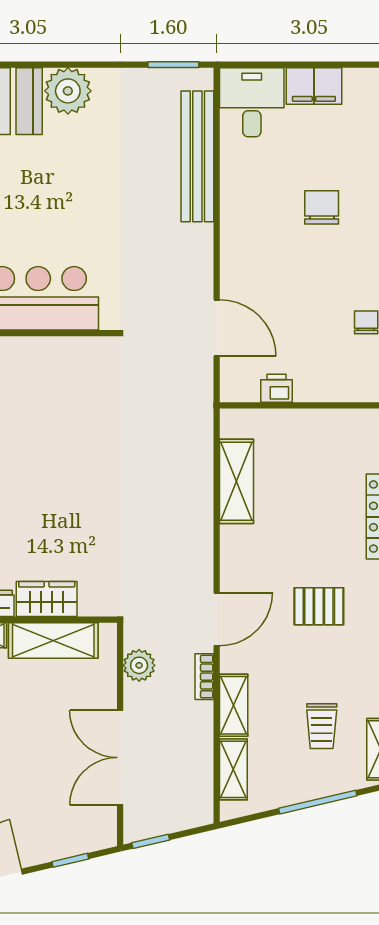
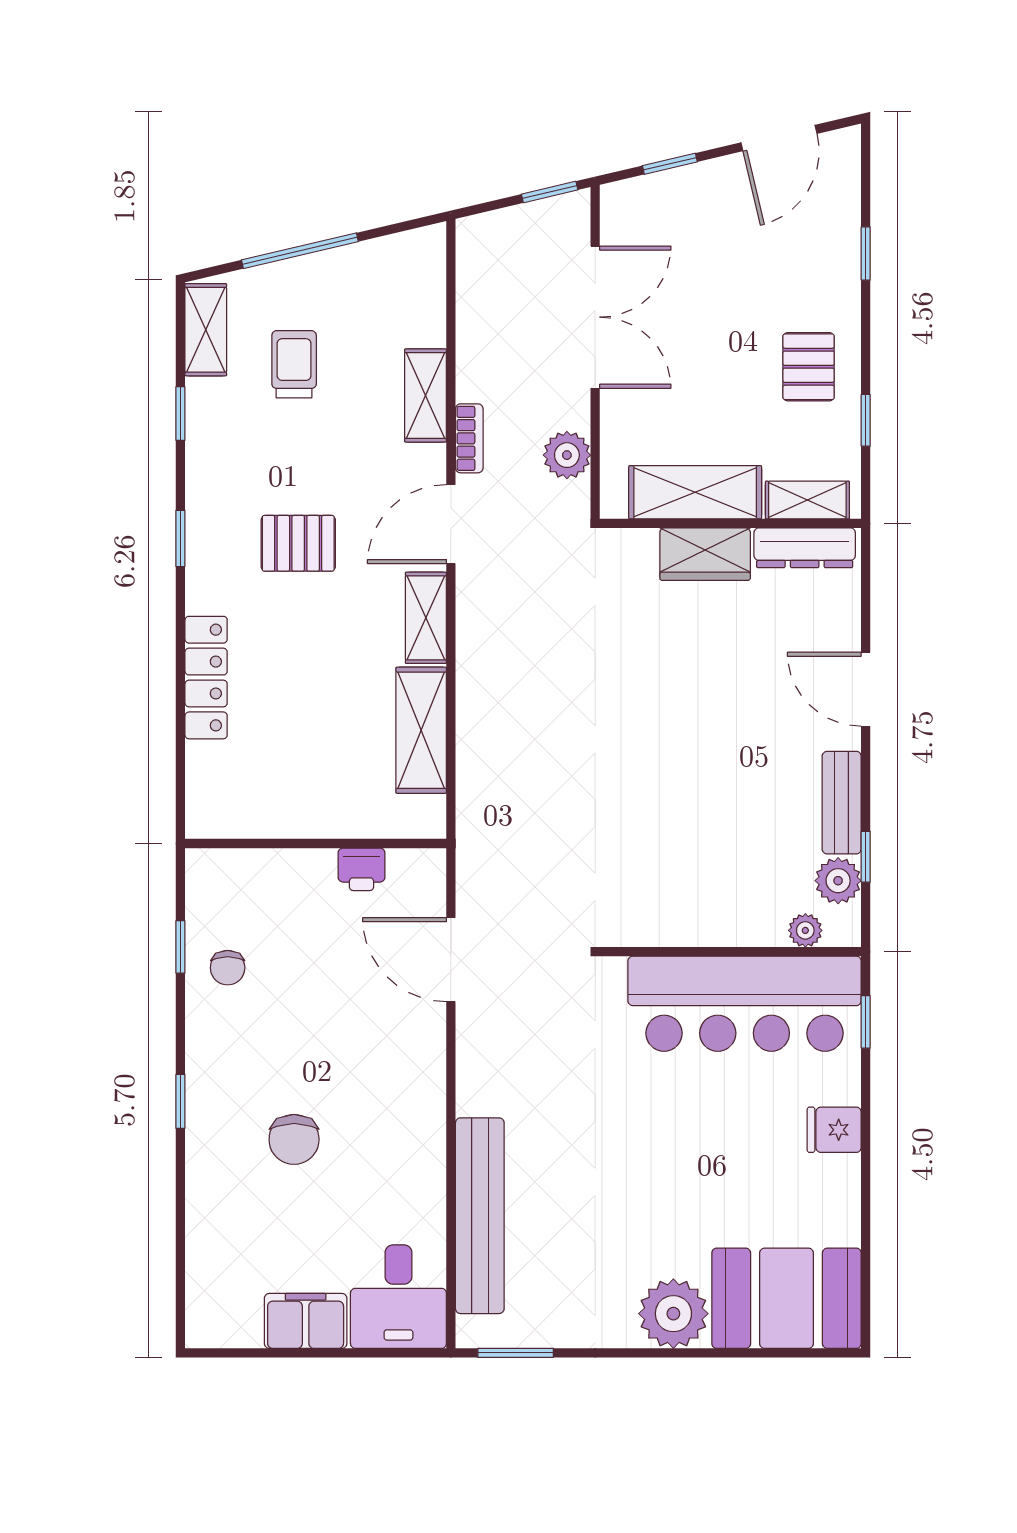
shelving: (233, 769) -> (426, 618), moved

